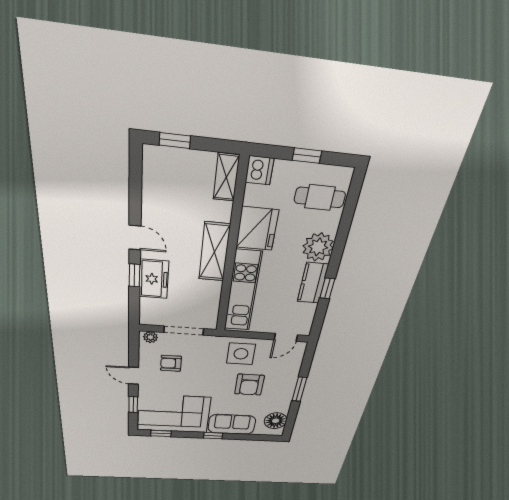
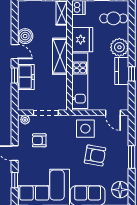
boiler: (155, 213) -> (25, 36), added
door: (286, 337) -> (113, 113), hinge flipped
armchair: (249, 385) -> (95, 155), turned -80

